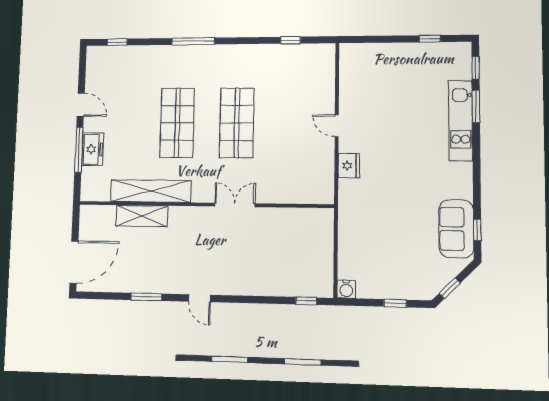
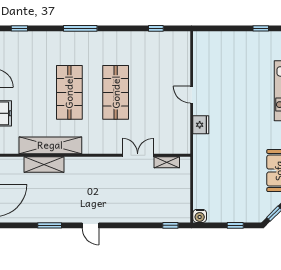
double door: (235, 205) -> (138, 155), moved
shelving: (302, 215) -> (167, 162), added

